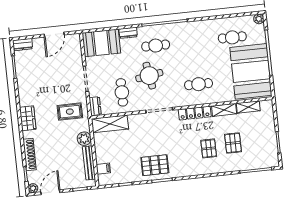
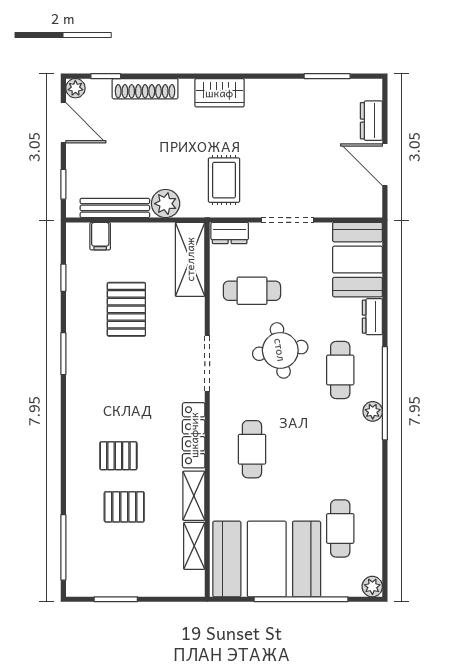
plant: (174, 28) -> (373, 411), added
dresser: (23, 45) -> (371, 121), moved
pallet: (155, 165) -> (126, 309), moved

